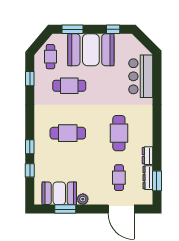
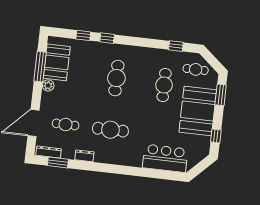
dresser: (148, 178) -> (49, 152), moved
window: (65, 209) -> (40, 67), width x1.44

